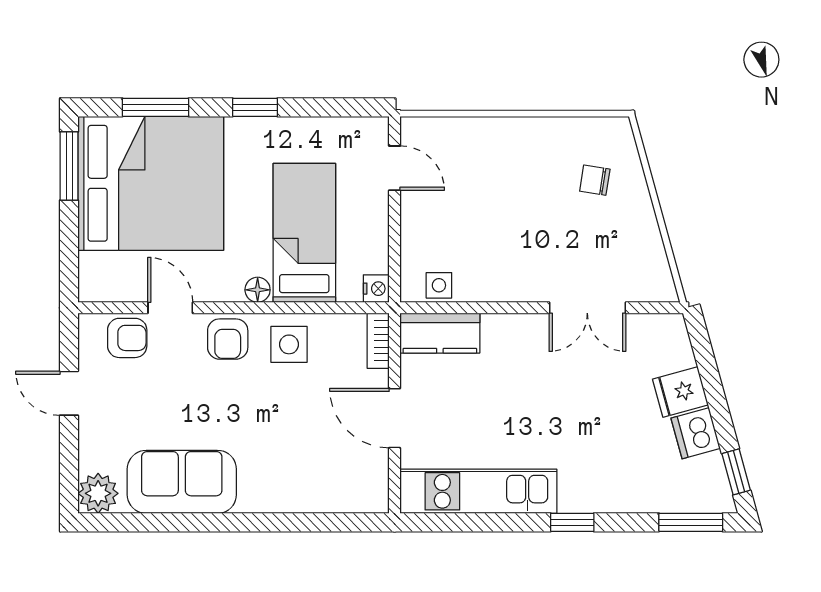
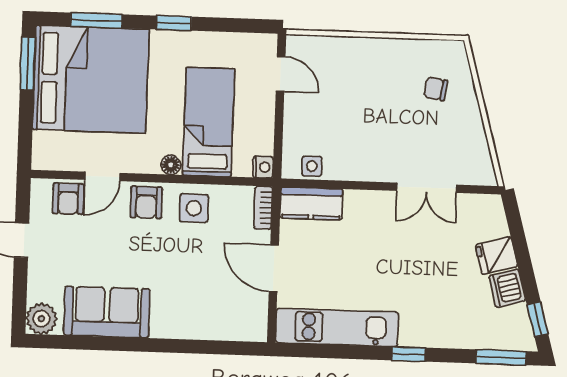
door: (170, 308) -> (102, 176), swing flipped
armchair: (127, 338) -> (68, 199), turned 90

